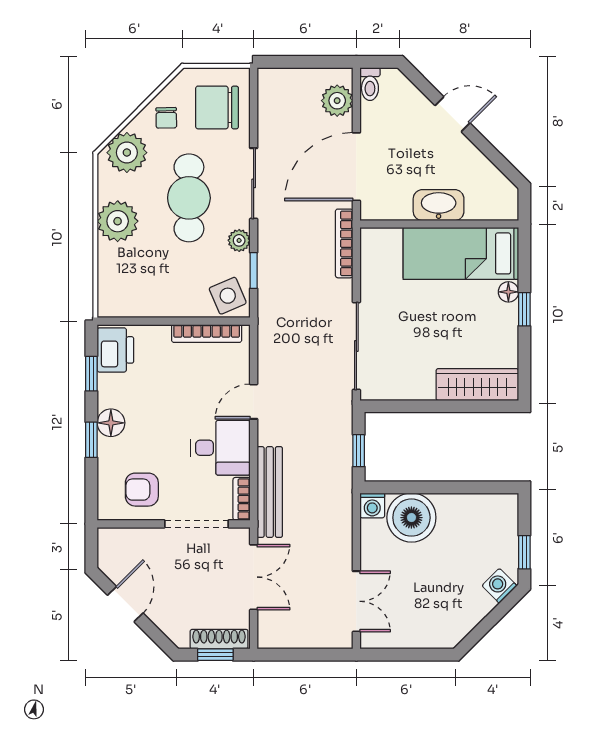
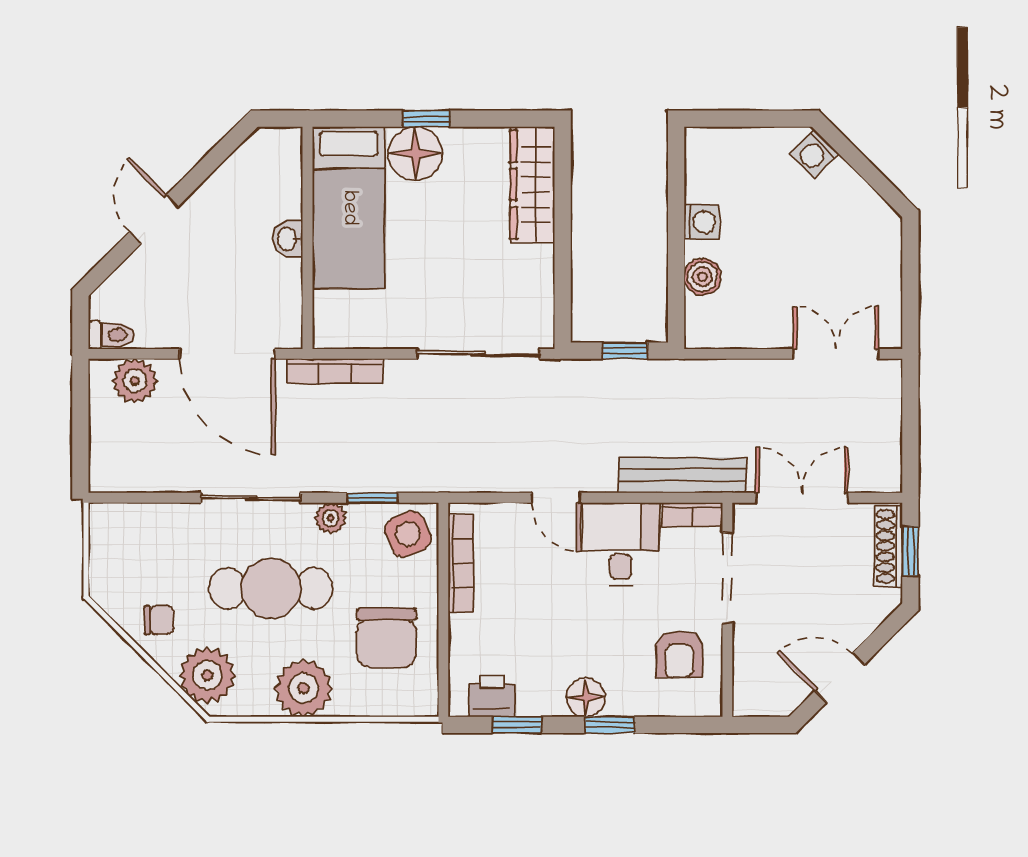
chair: (217, 107) -> (386, 638), moved
washbasin: (439, 205) -> (288, 239), width x0.52, depth x0.69
floor lamp: (508, 292) -> (415, 154), width x1.89, depth x1.89
printer: (115, 350) -> (492, 696), width x0.73, depth x0.81
washing machine: (372, 505) -> (701, 222), moved
boiler: (411, 518) -> (703, 277), width x0.54, depth x0.54
window: (524, 552) -> (767, 119), removed

